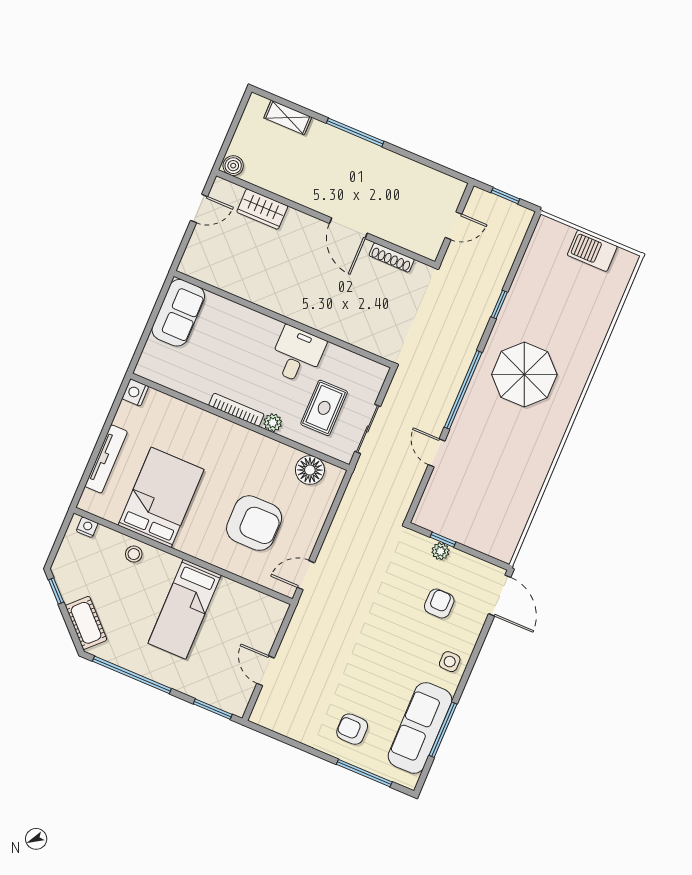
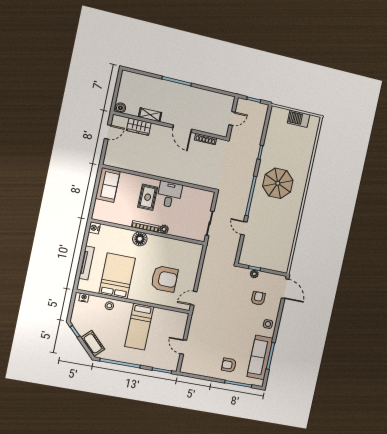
shelving: (288, 117) -> (150, 115), moved
rug: (324, 408) -> (148, 197), moved
floor lamp: (310, 470) -> (140, 239), moved

